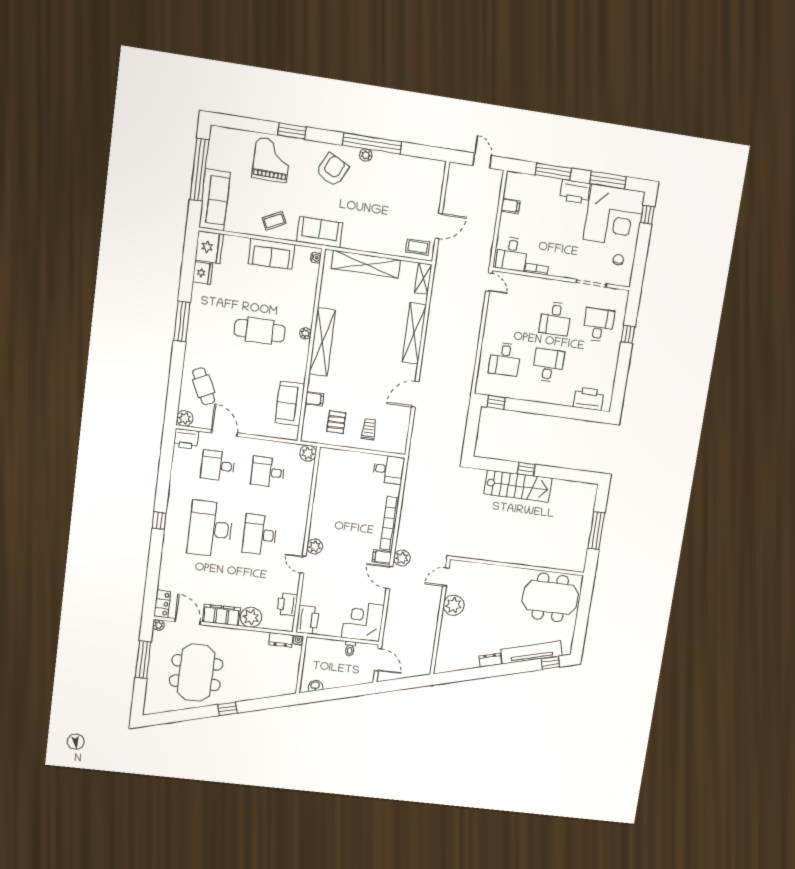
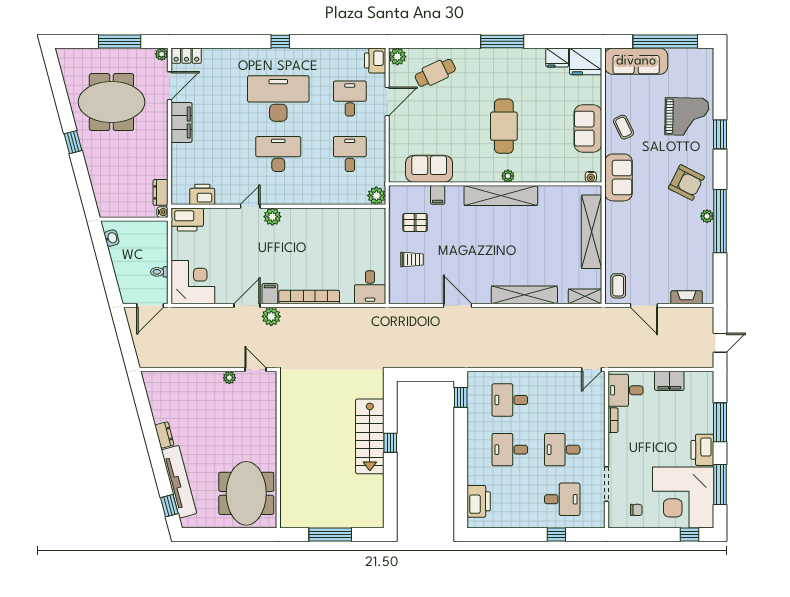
fireplace: (437, 185) -> (687, 297), added
filing cabinet: (510, 206) -> (669, 381), width x2.00
desk: (548, 365) -> (510, 450), turned 180
plant: (454, 605) -> (229, 378), width x0.53, depth x0.53
plant: (251, 617) -> (183, 156), removed

